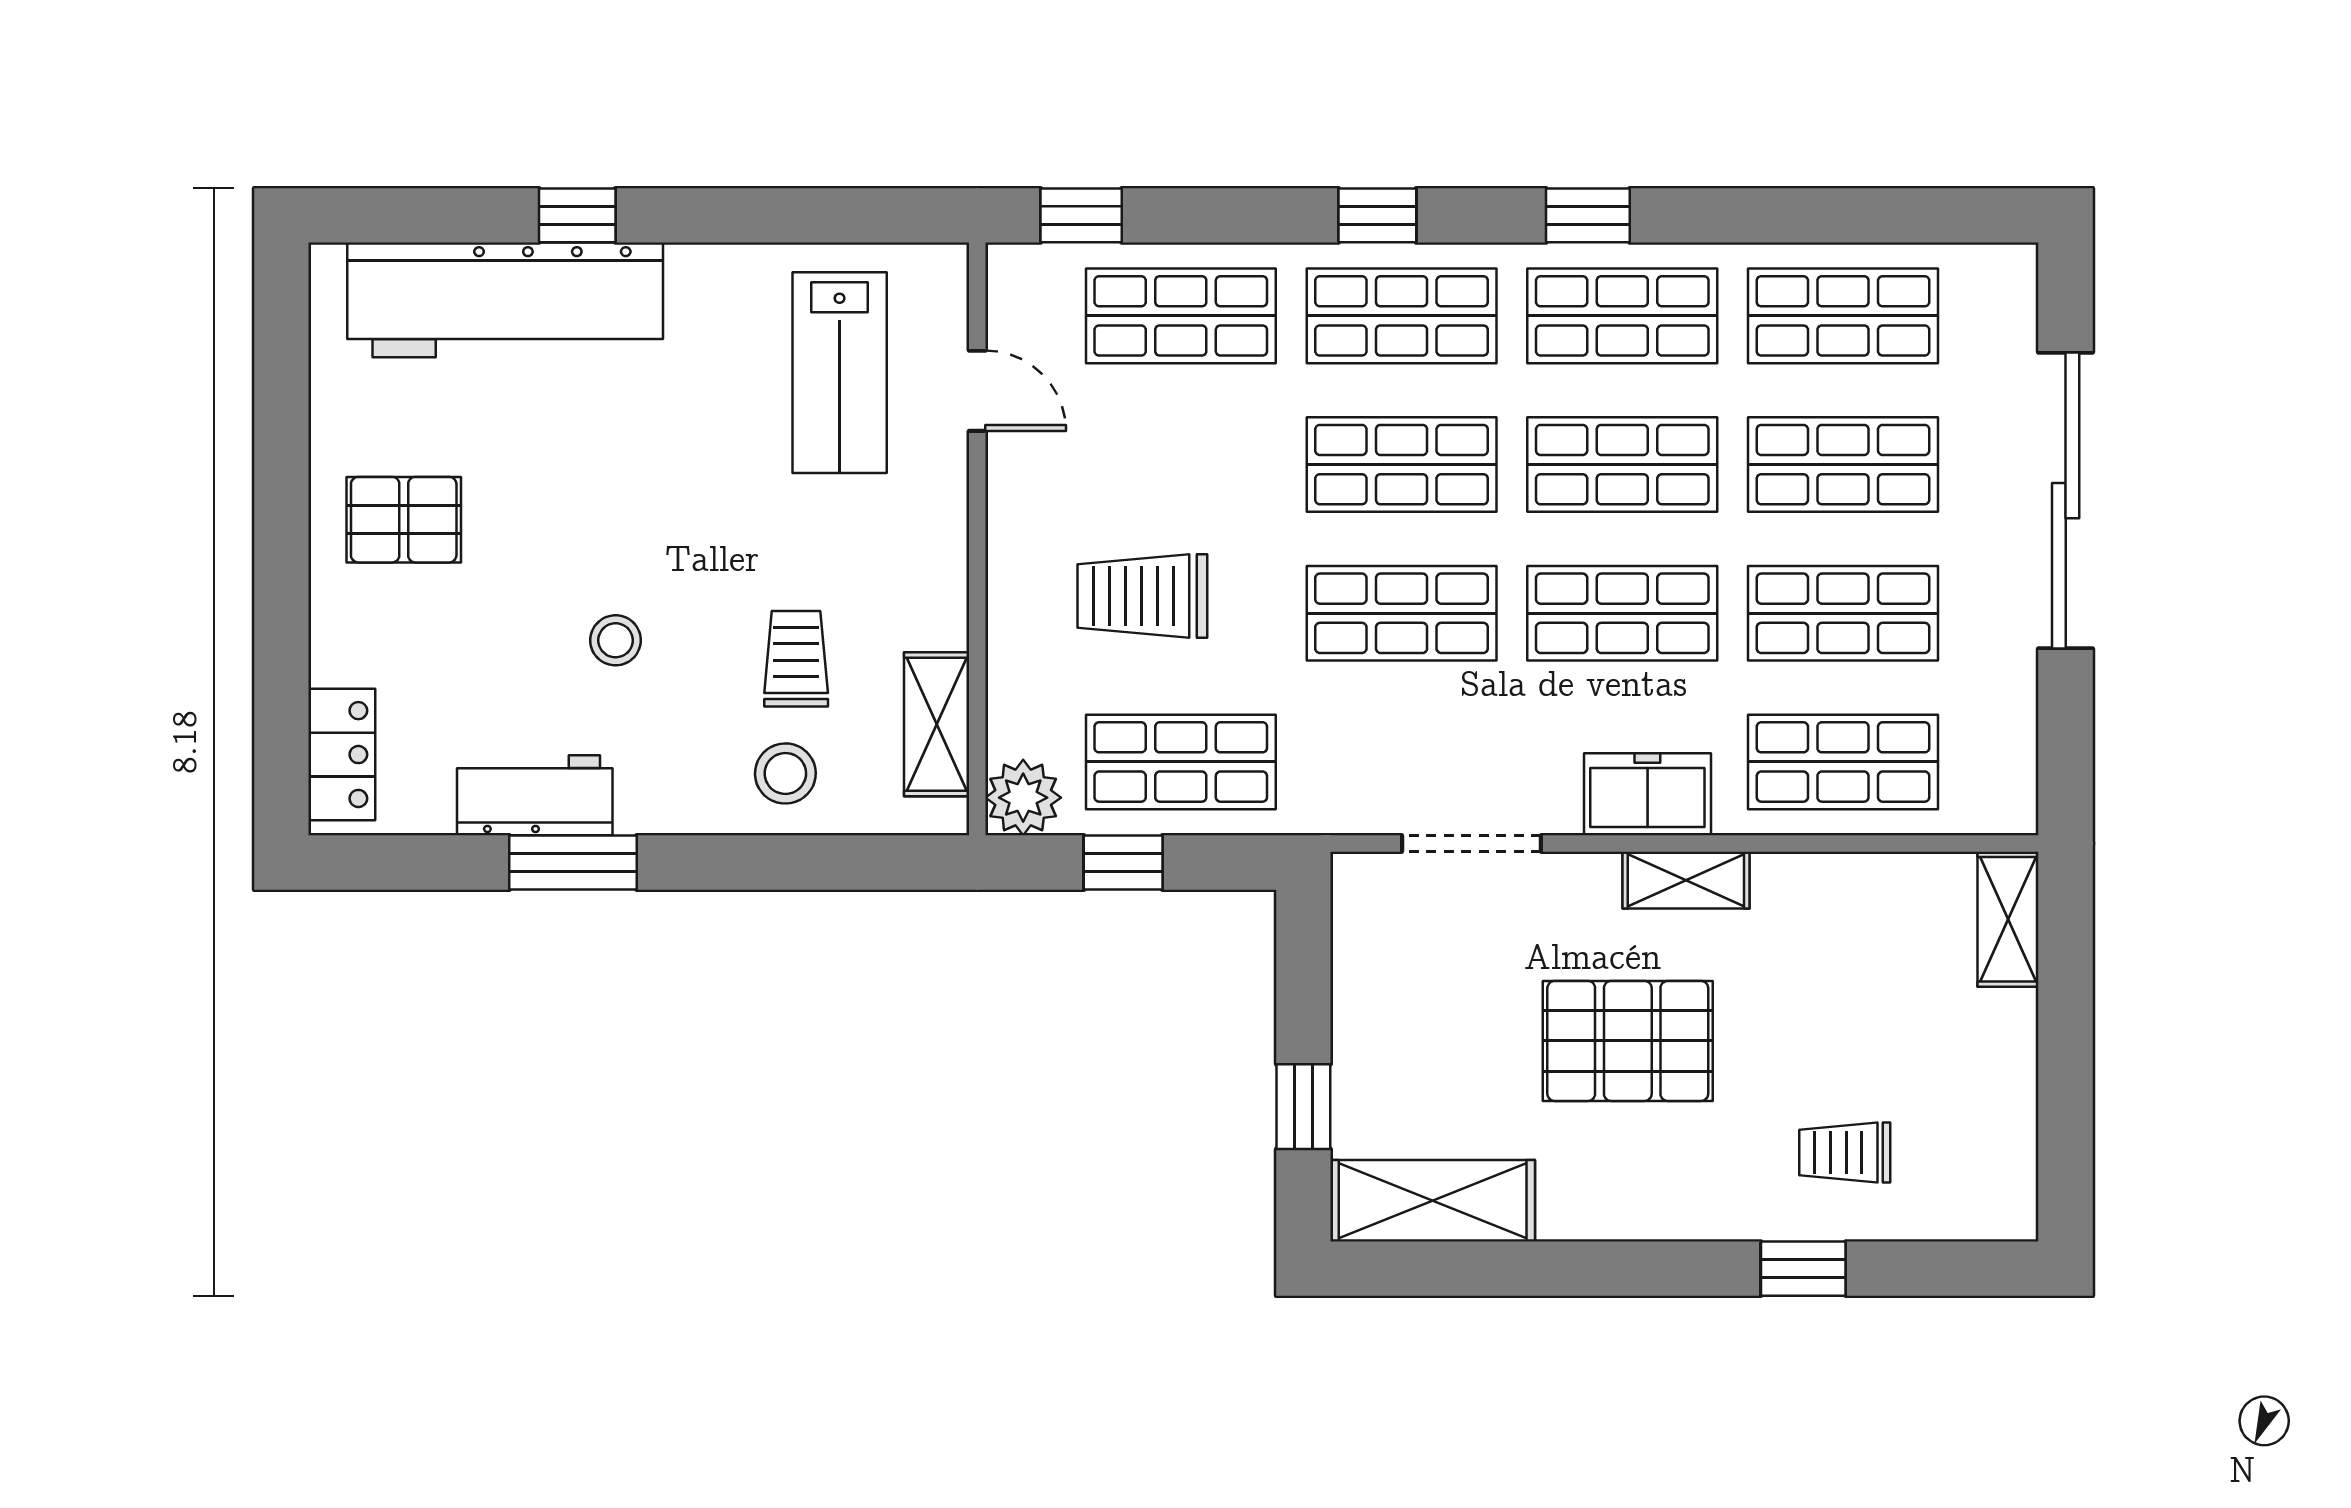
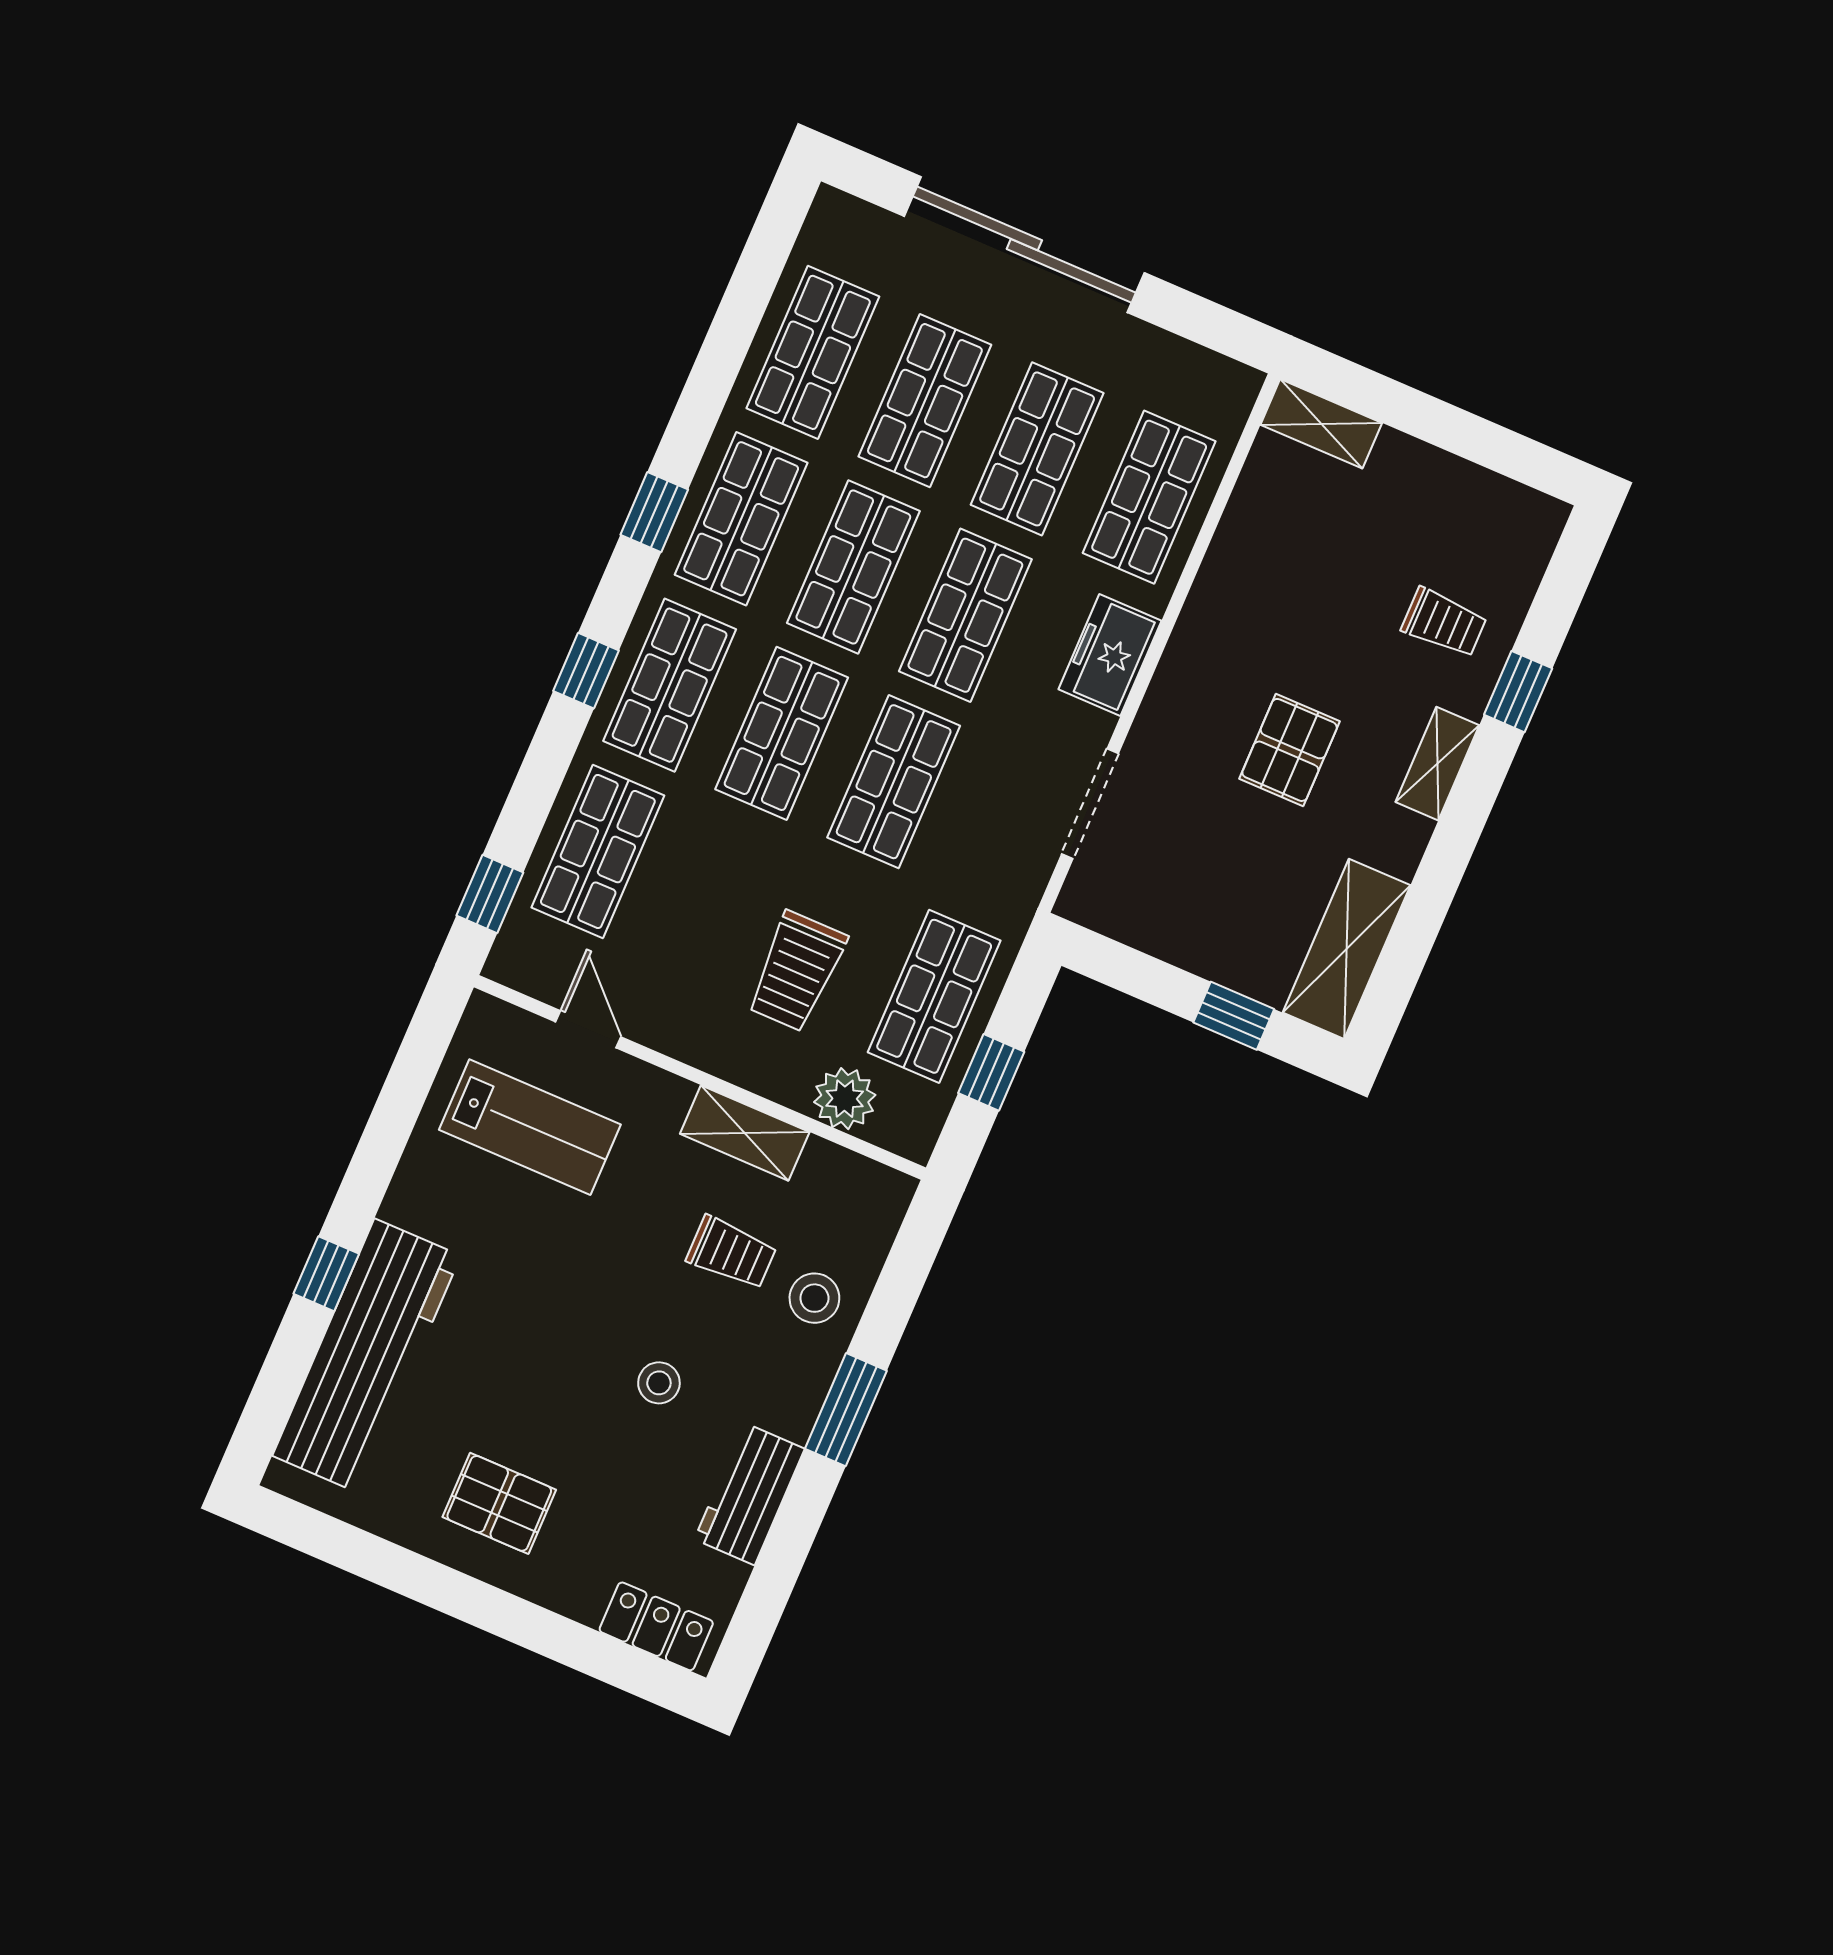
door: (977, 391) -> (588, 1029), hinge flipped
pallet: (404, 520) -> (499, 1503), turned 90
trolley: (796, 659) -> (731, 1253), turned 180
shelving: (937, 724) -> (745, 1133), moved
plant: (1023, 798) -> (845, 1099), moved
window: (573, 862) -> (846, 1410), moved
shelving: (1686, 880) -> (1437, 764), moved
pallet: (1628, 1041) -> (1290, 750), width x0.67, depth x0.71
trolley: (1845, 1152) -> (1444, 623), turned -90

